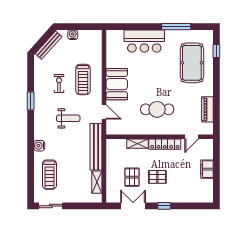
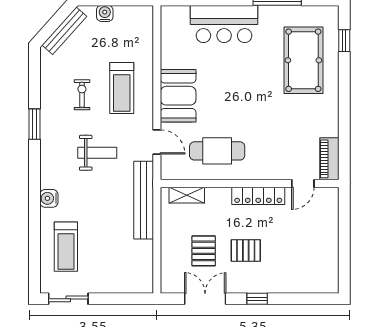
cafe table: (157, 109) -> (217, 151), moved
piano: (207, 109) -> (329, 159), moved
shelving: (138, 144) -> (187, 195), moved
filing cabinet: (207, 169) -> (328, 238), removed
shelving: (97, 182) -> (145, 259), removed

